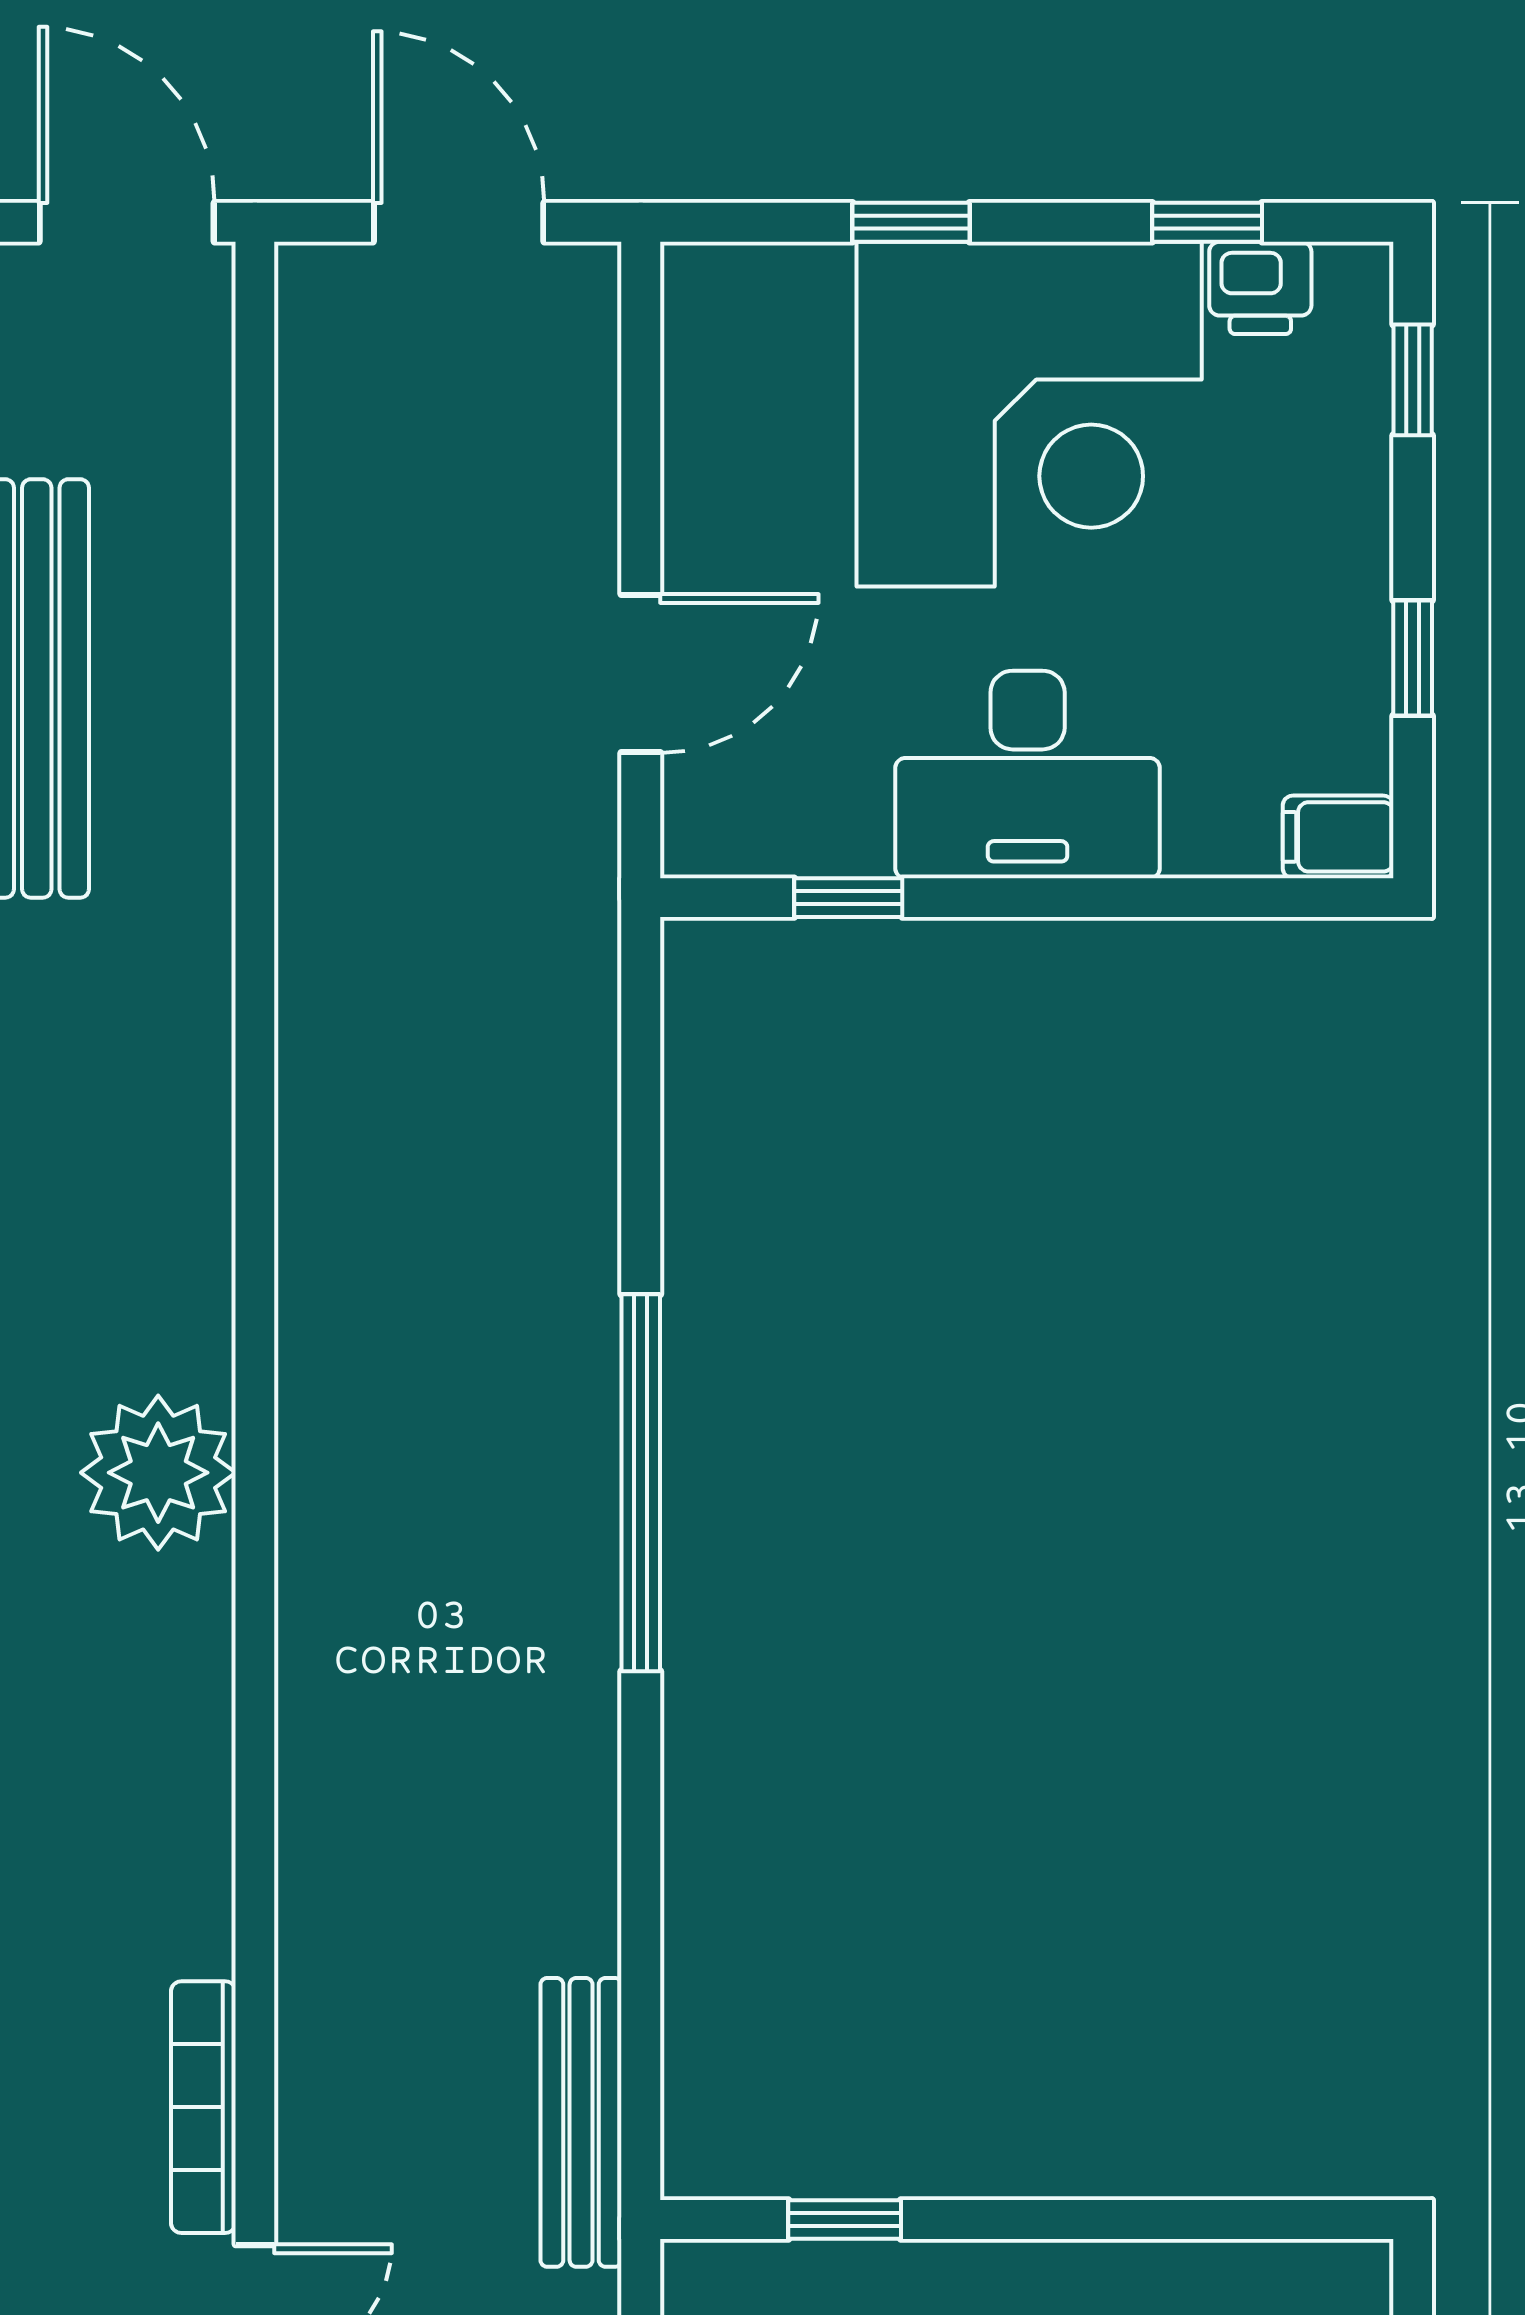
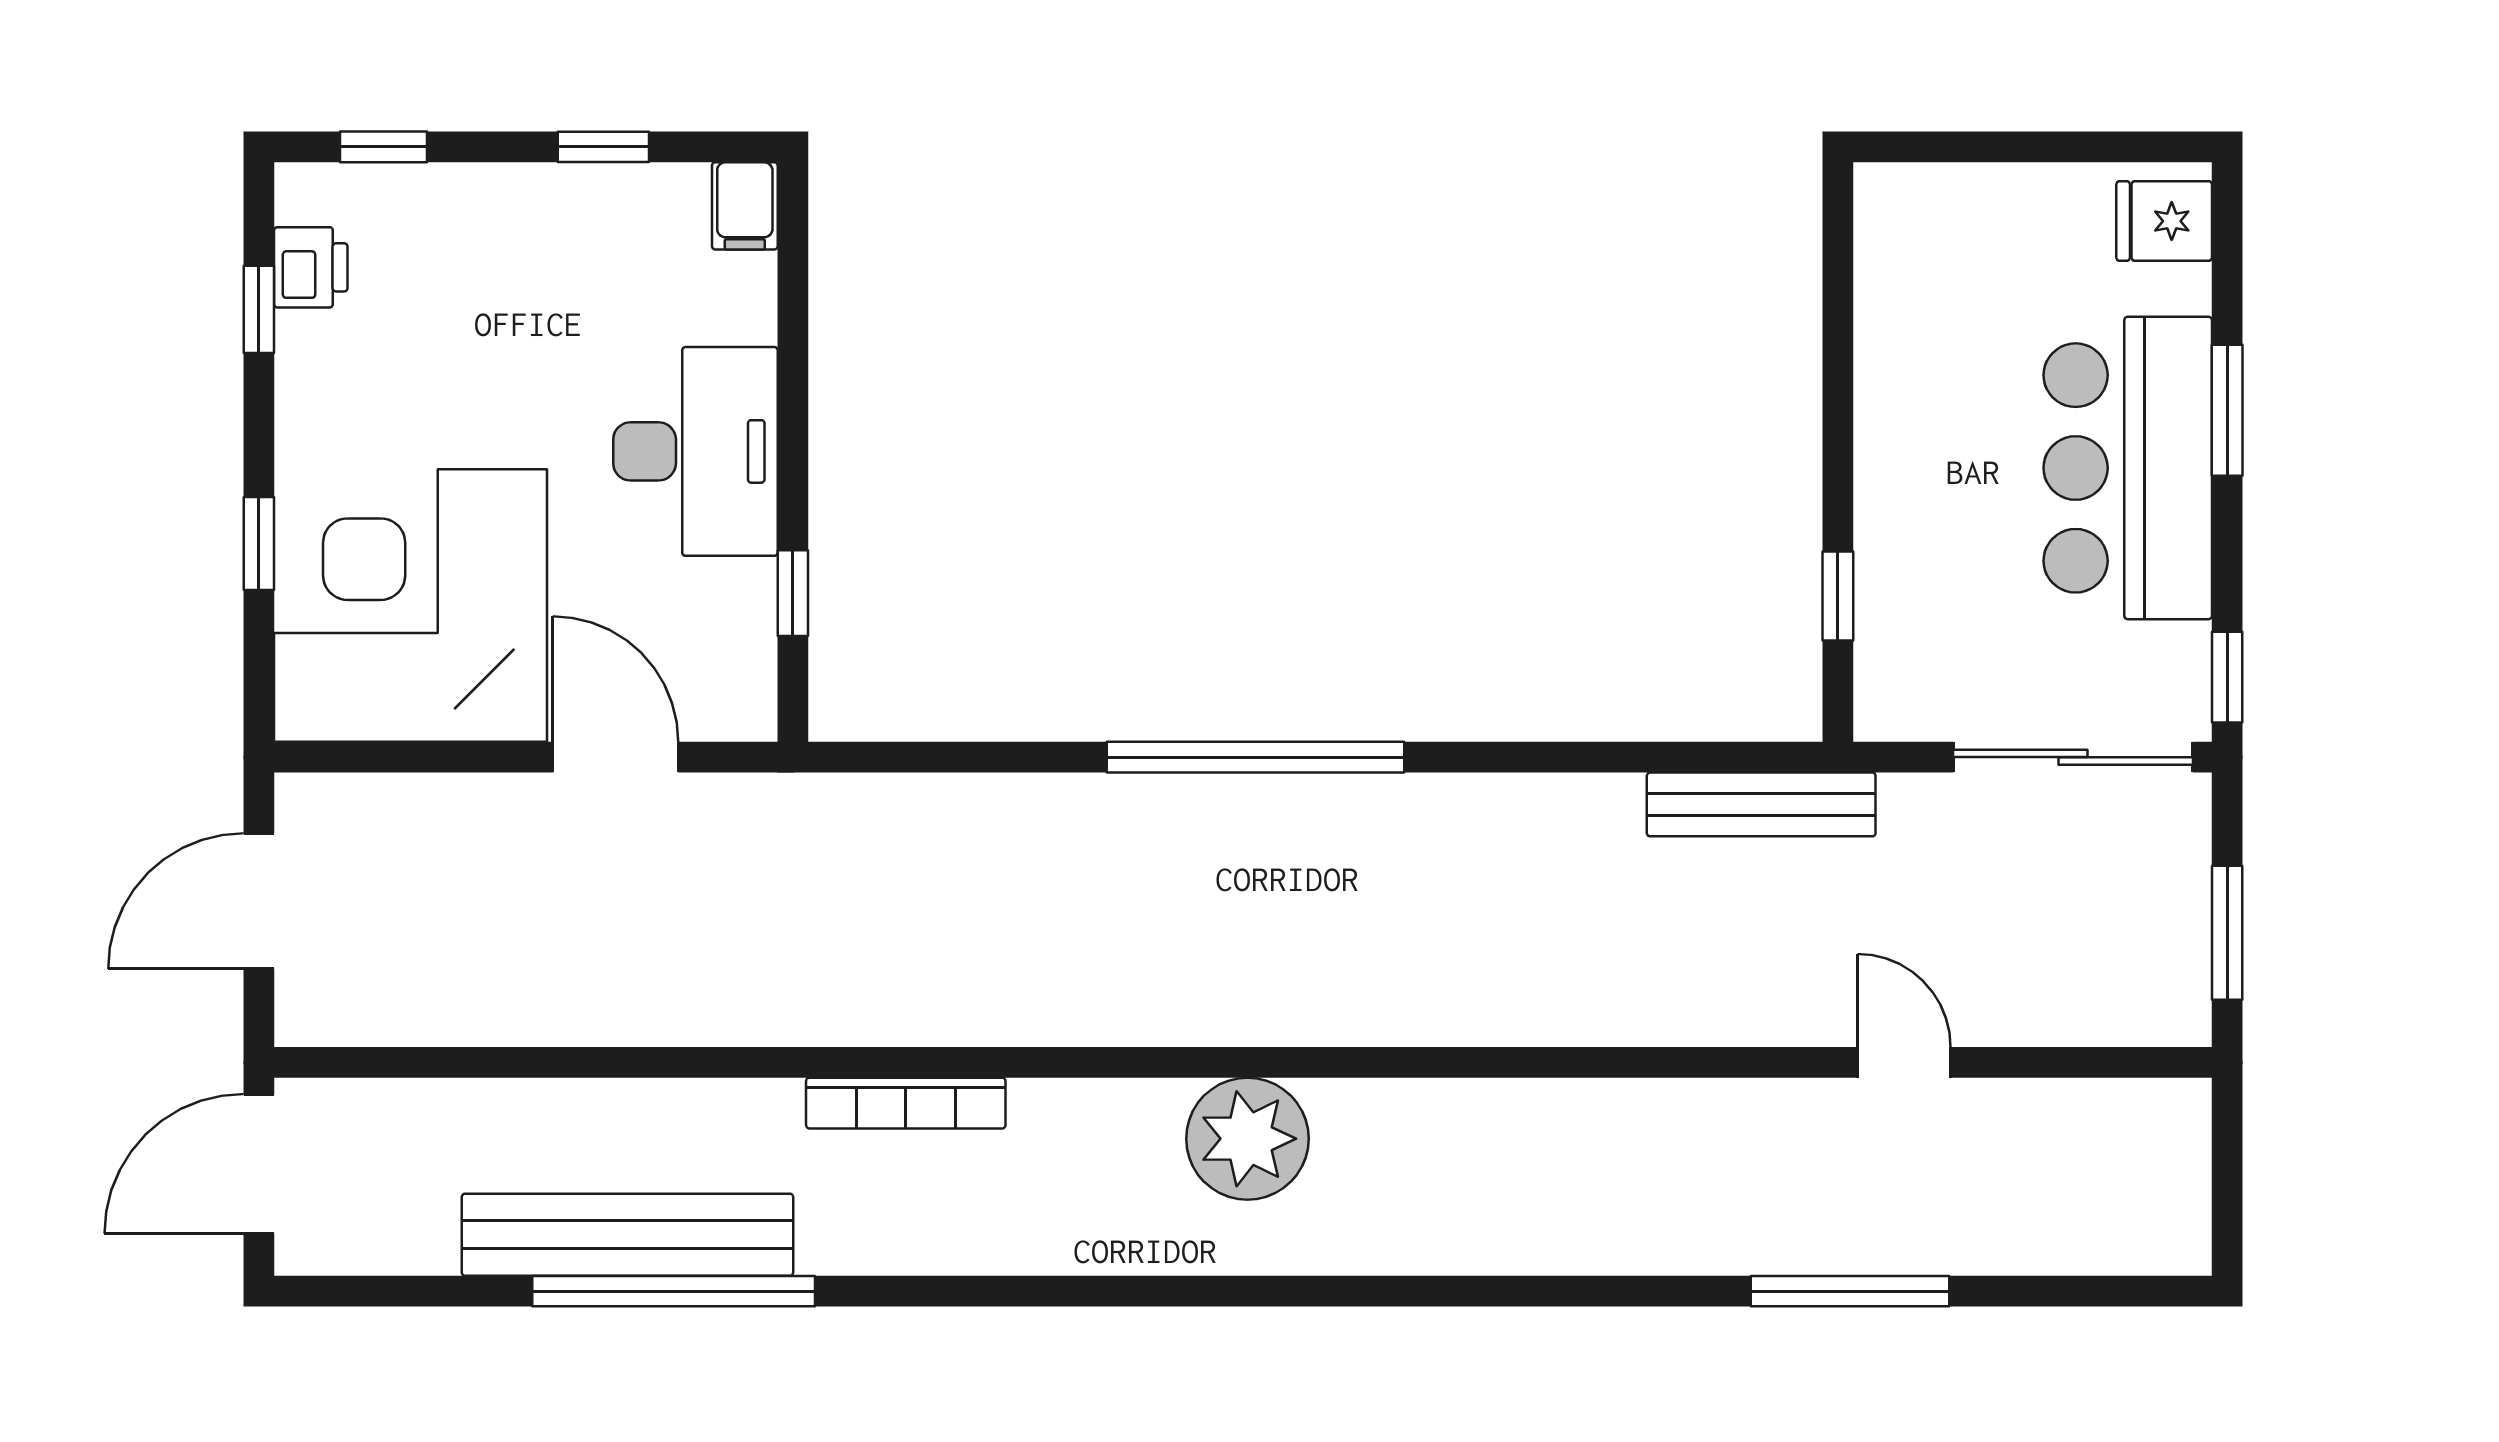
corner desk: (1029, 414) -> (411, 606), moved, turned -90
bookcase: (203, 2107) -> (906, 1103), moved

